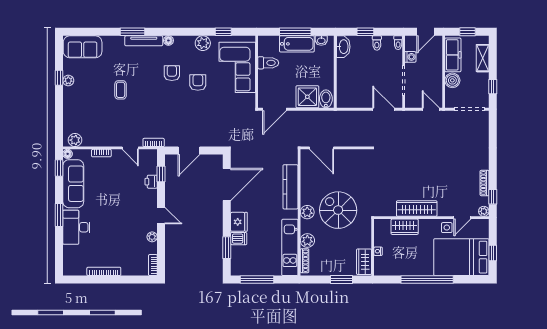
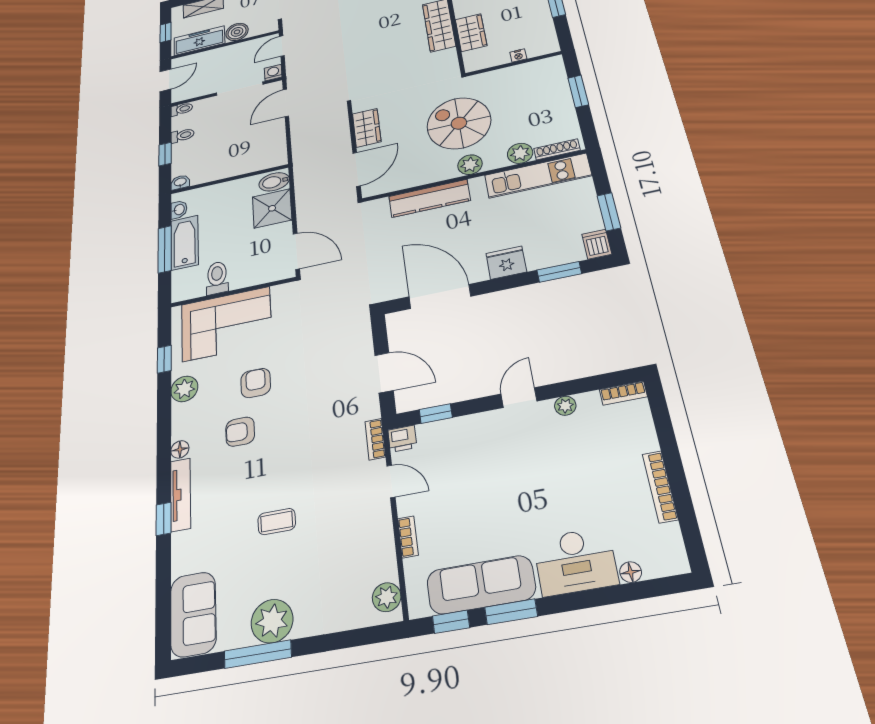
window: (133, 32) -> (164, 519), width x0.67
door: (425, 32) -> (165, 80), hinge flipped
washbasin: (343, 47) -> (180, 182), width x0.52, depth x0.69
washing machine: (410, 57) -> (273, 73), moved
window: (59, 78) -> (258, 654), width x2.17
plant: (68, 81) -> (272, 621), width x1.87, depth x1.87
armchair: (198, 82) -> (256, 383), turned 90
door: (130, 148) -> (391, 481), hinge flipped
floor lamp: (68, 154) -> (631, 572), moved
printer: (151, 182) -> (402, 439), moved
spiral stairs: (338, 210) -> (459, 123), turned 90
window: (59, 215) -> (511, 612), moved
dishwasher: (239, 239) -> (597, 244), moved
wardrobe: (364, 262) -> (367, 128), moved, turned -90
window: (257, 280) -> (609, 212), width x0.69

